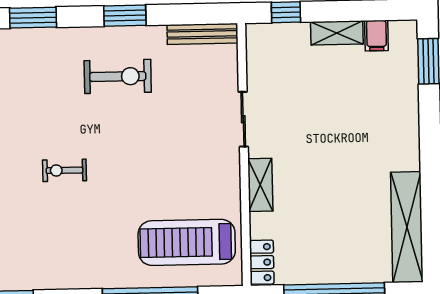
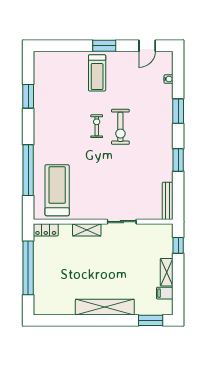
exercise bike: (118, 76) -> (120, 127), moved
shelving: (407, 227) -> (105, 307), moved

